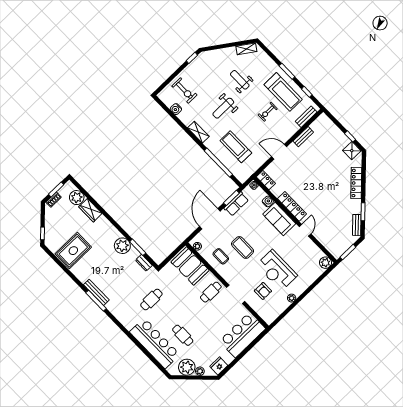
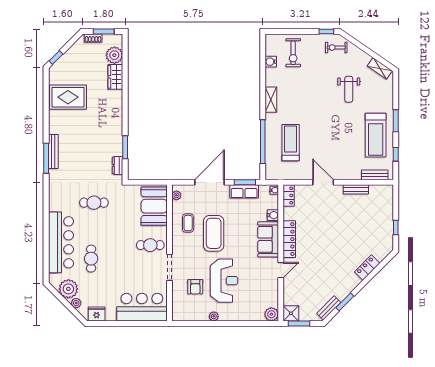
weight bench: (240, 80) -> (349, 89), turned 180
weight bench: (223, 108) -> (312, 100), removed
exercise bike: (268, 112) -> (336, 47), moved
shower: (352, 151) -> (291, 313), moved
locker: (356, 183) -> (367, 268), width x0.66
plant: (122, 246) -> (113, 133), removed
coffee table: (243, 247) -> (214, 233), width x1.36, depth x1.32
reception desk: (277, 270) -> (224, 281), turned 180

